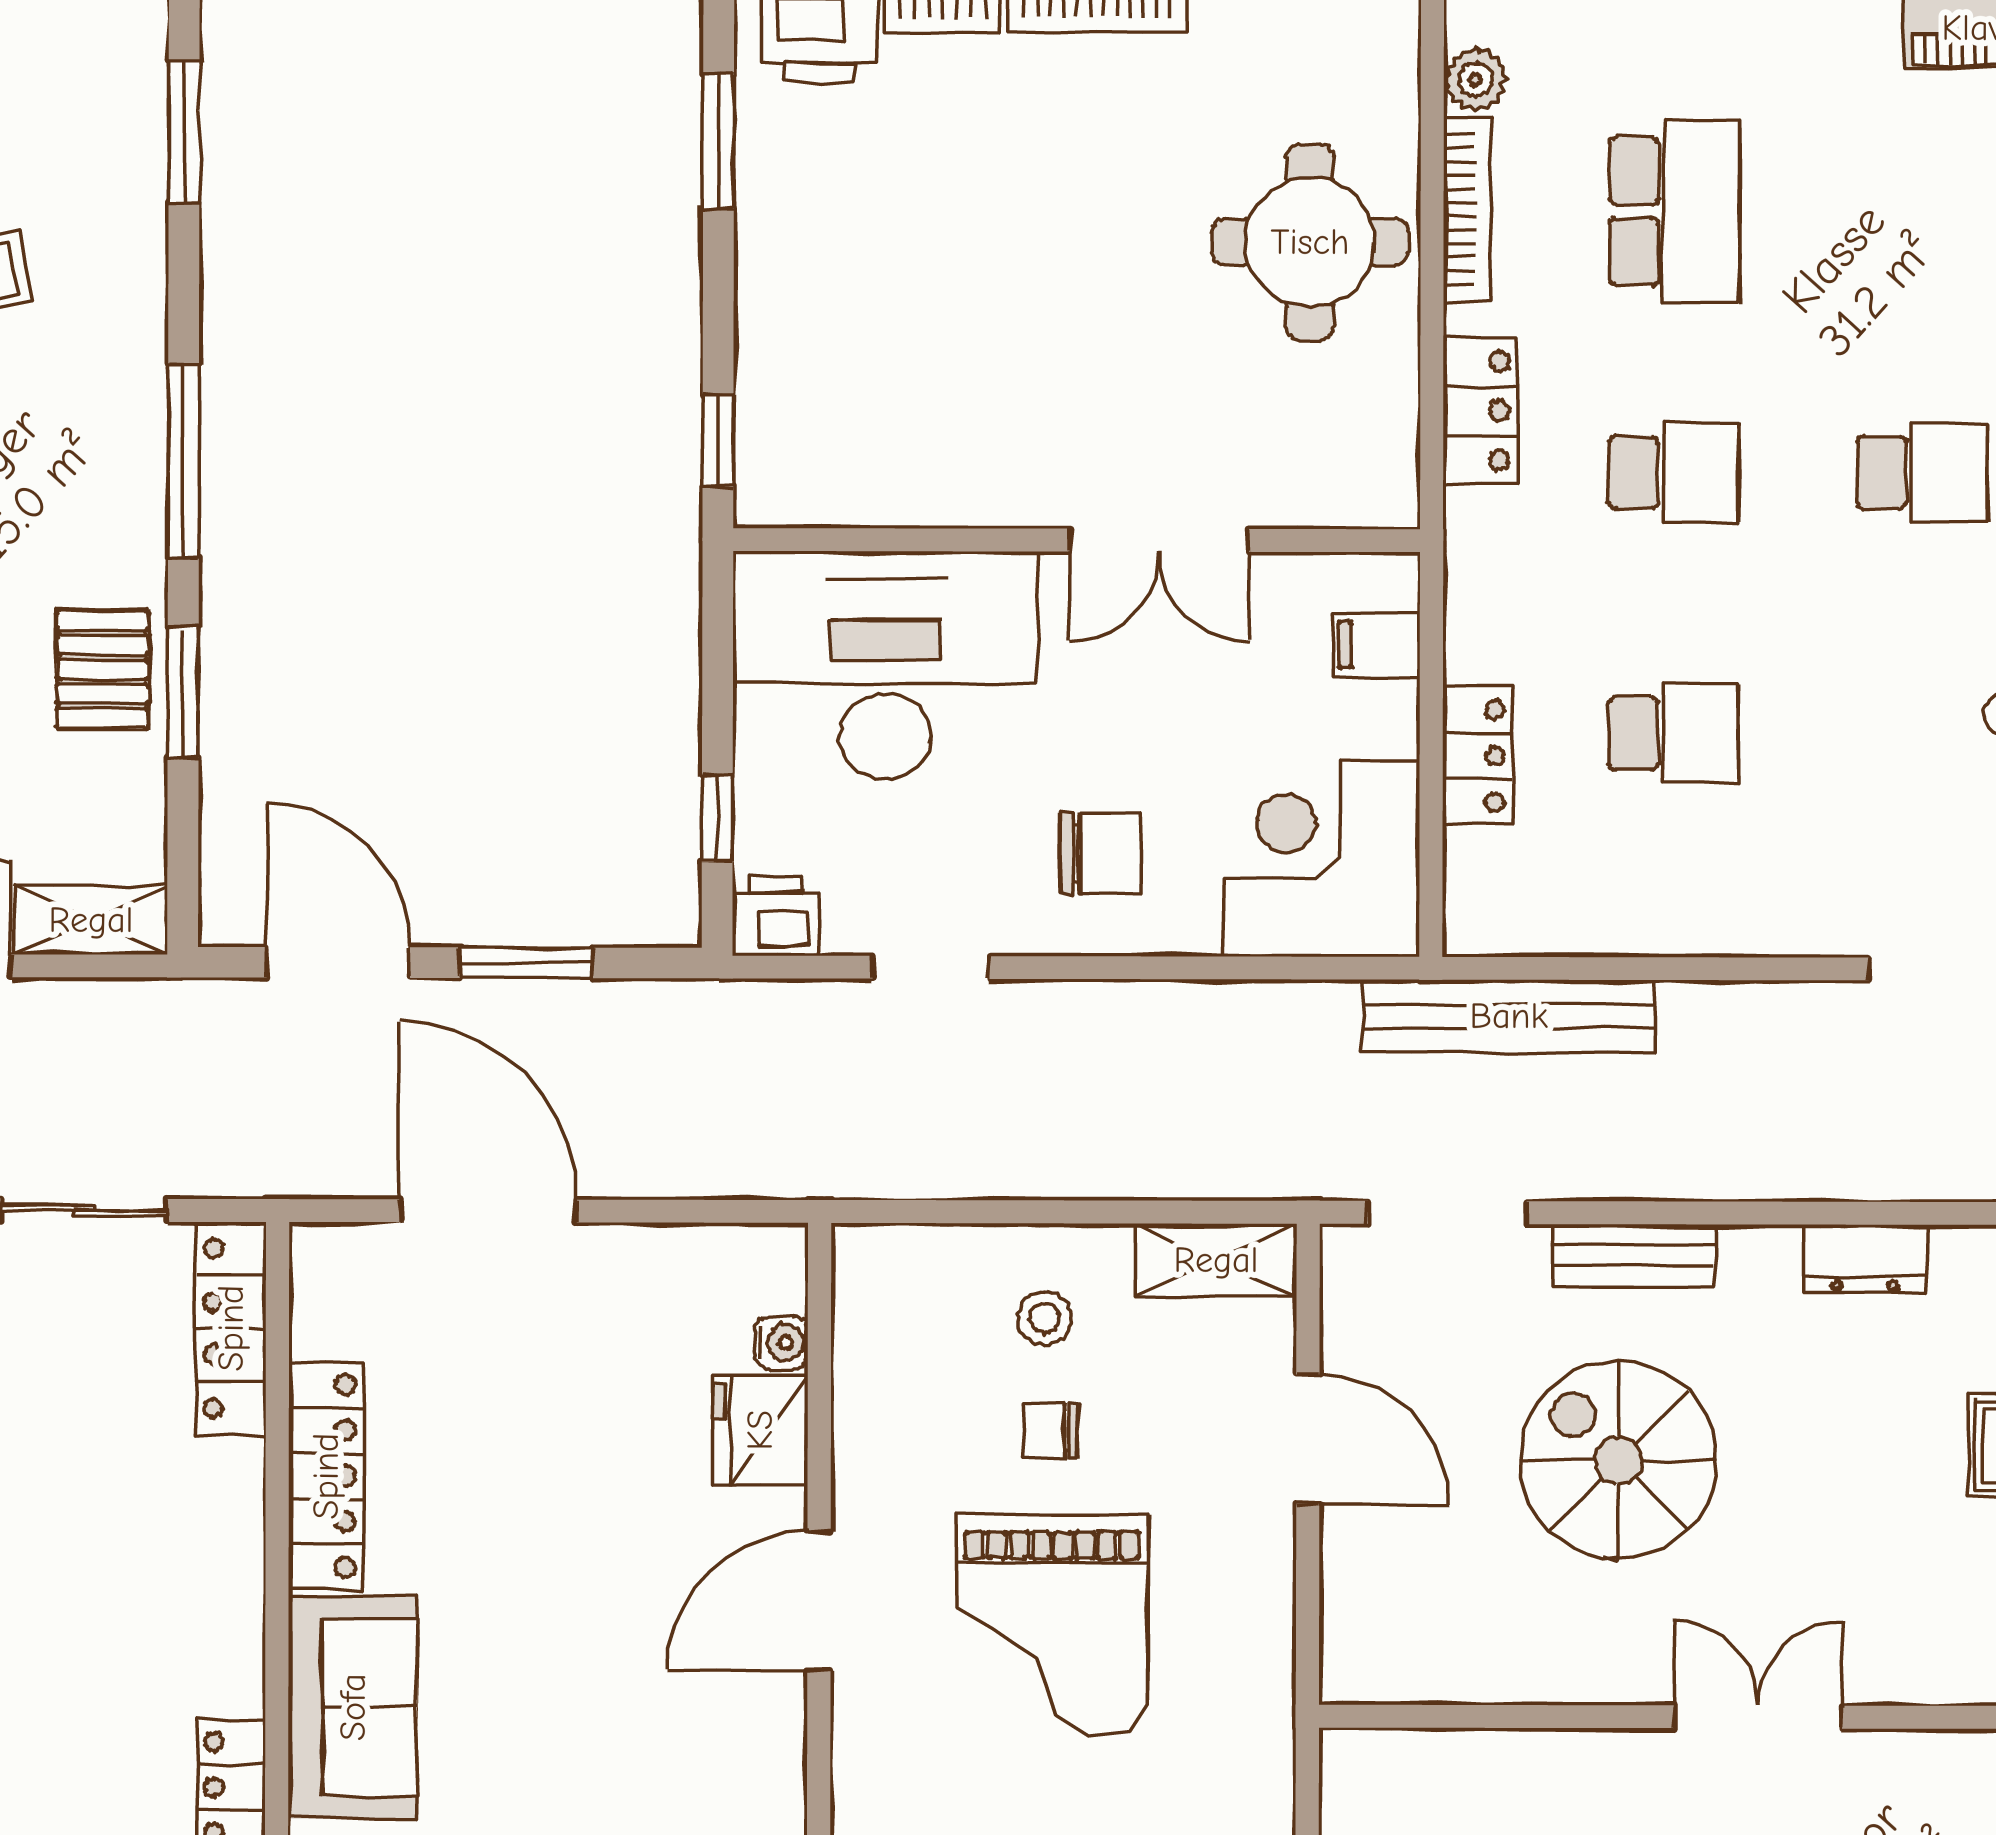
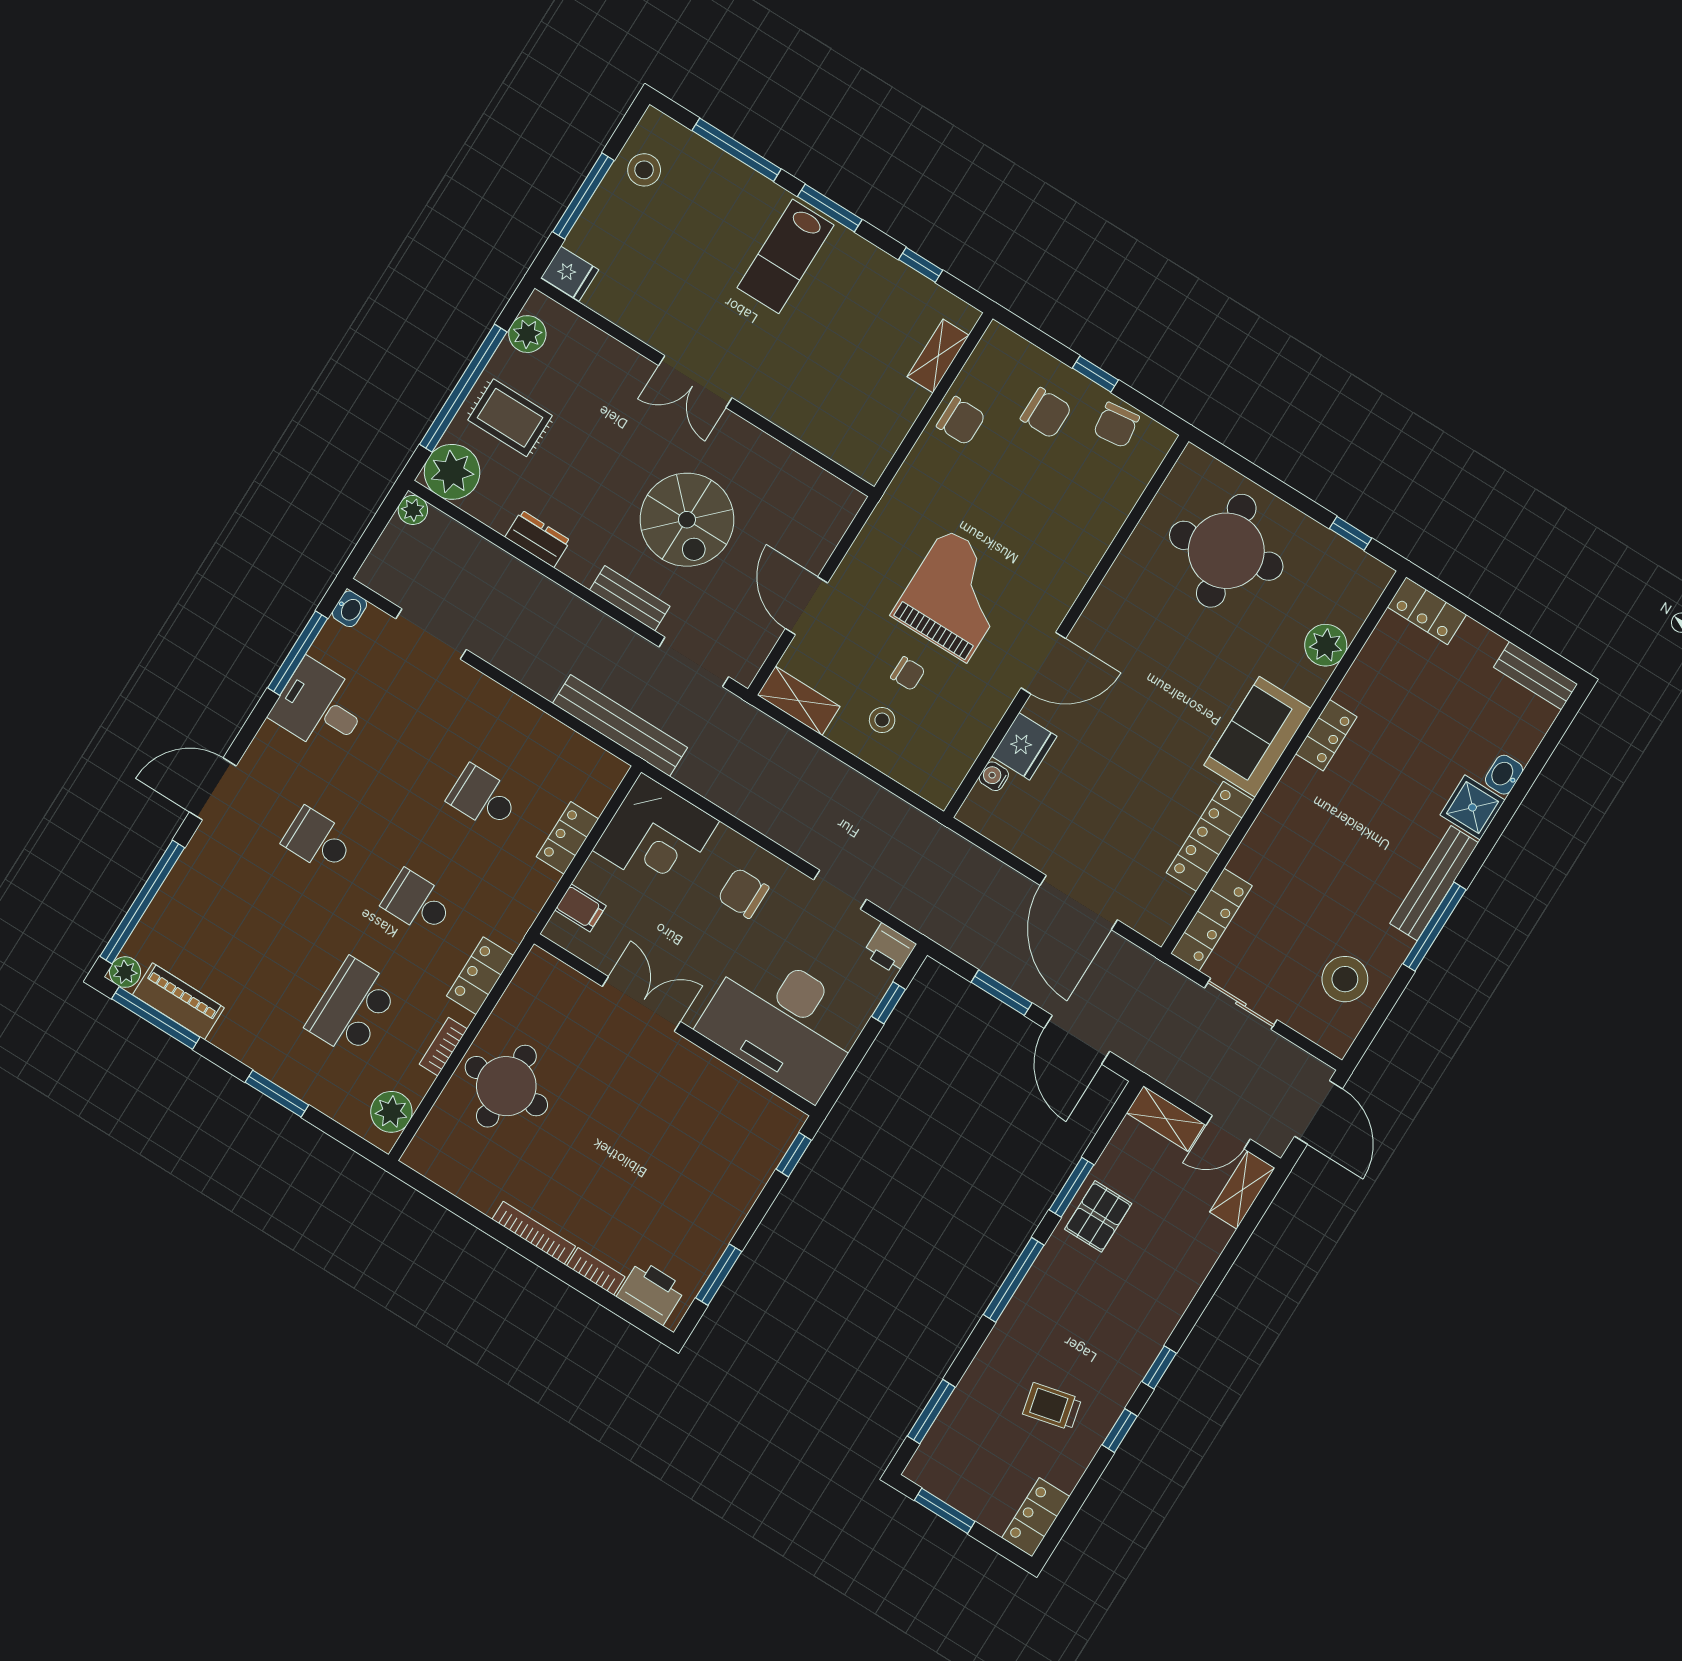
plant: (1476, 80) -> (391, 1112), width x1.38, depth x1.38
bookcase: (1467, 209) -> (443, 1047), width x0.64

